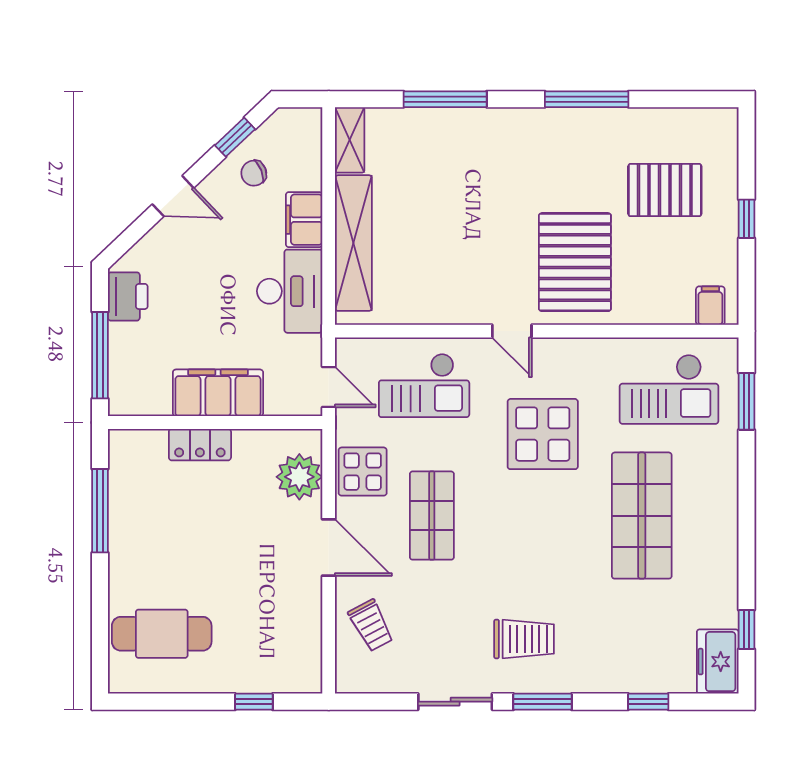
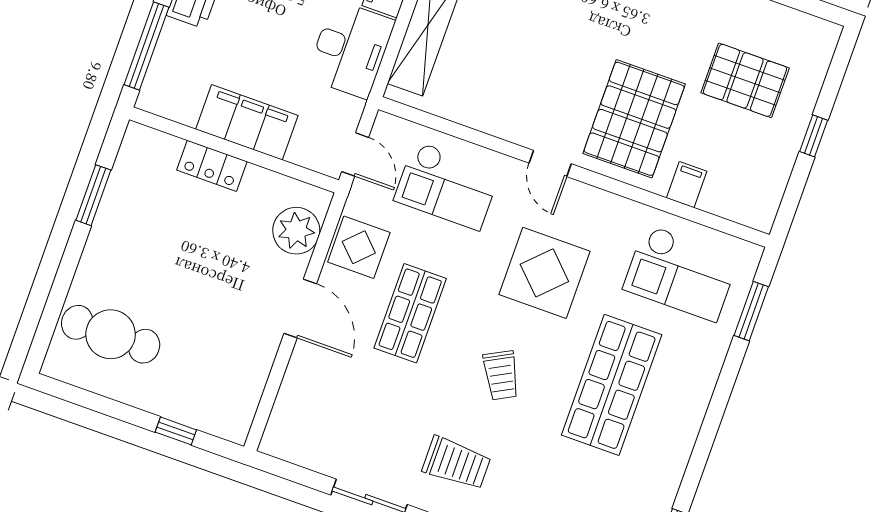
filing cabinet: (710, 306) -> (687, 185), moved
window: (100, 511) -> (93, 195), width x0.69
trolley: (371, 625) -> (501, 375), moved

